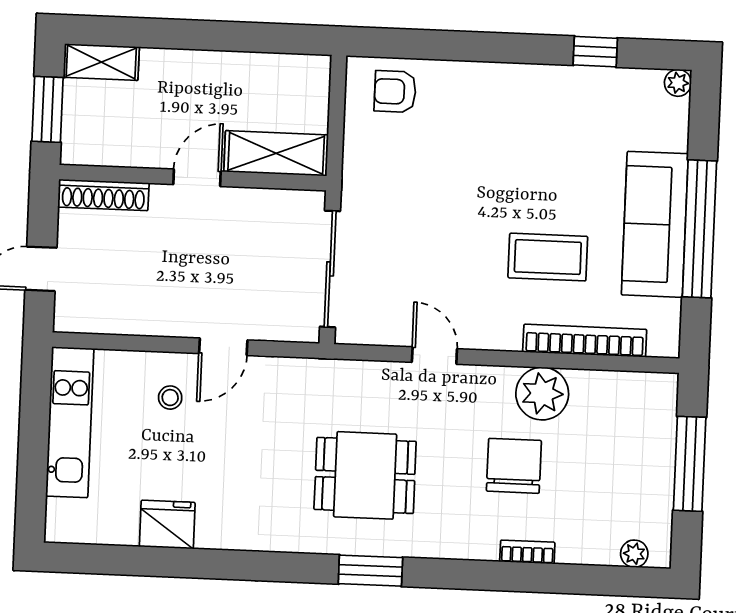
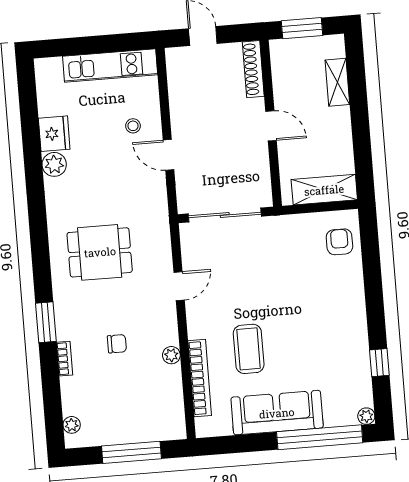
shelving: (101, 62) -> (337, 82), moved
shelving: (276, 153) -> (324, 190), moved, turned 90
window: (699, 229) -> (320, 437), moved
plant: (542, 394) -> (171, 355), width x0.53, depth x0.53
chair: (514, 466) -> (117, 344), width x0.54, depth x0.54
dining table: (365, 475) -> (100, 252), turned 90
plant: (216, 531) -> (54, 164), added
window: (370, 571) -> (46, 322), moved

